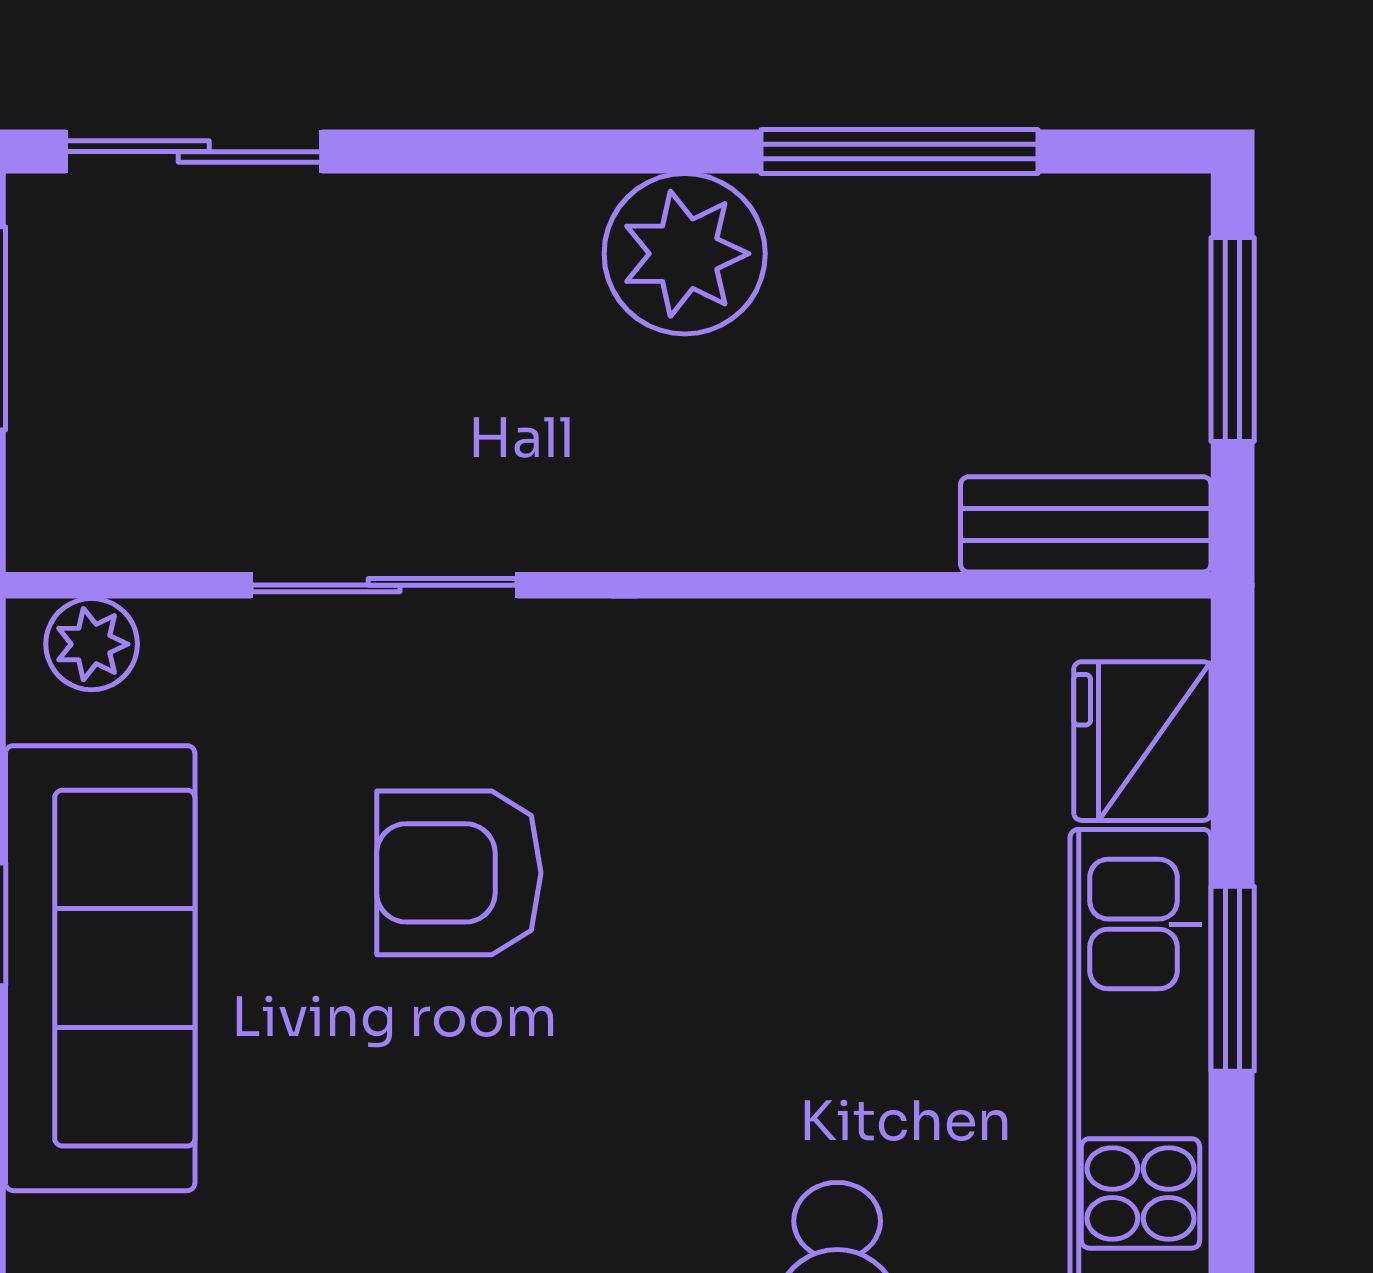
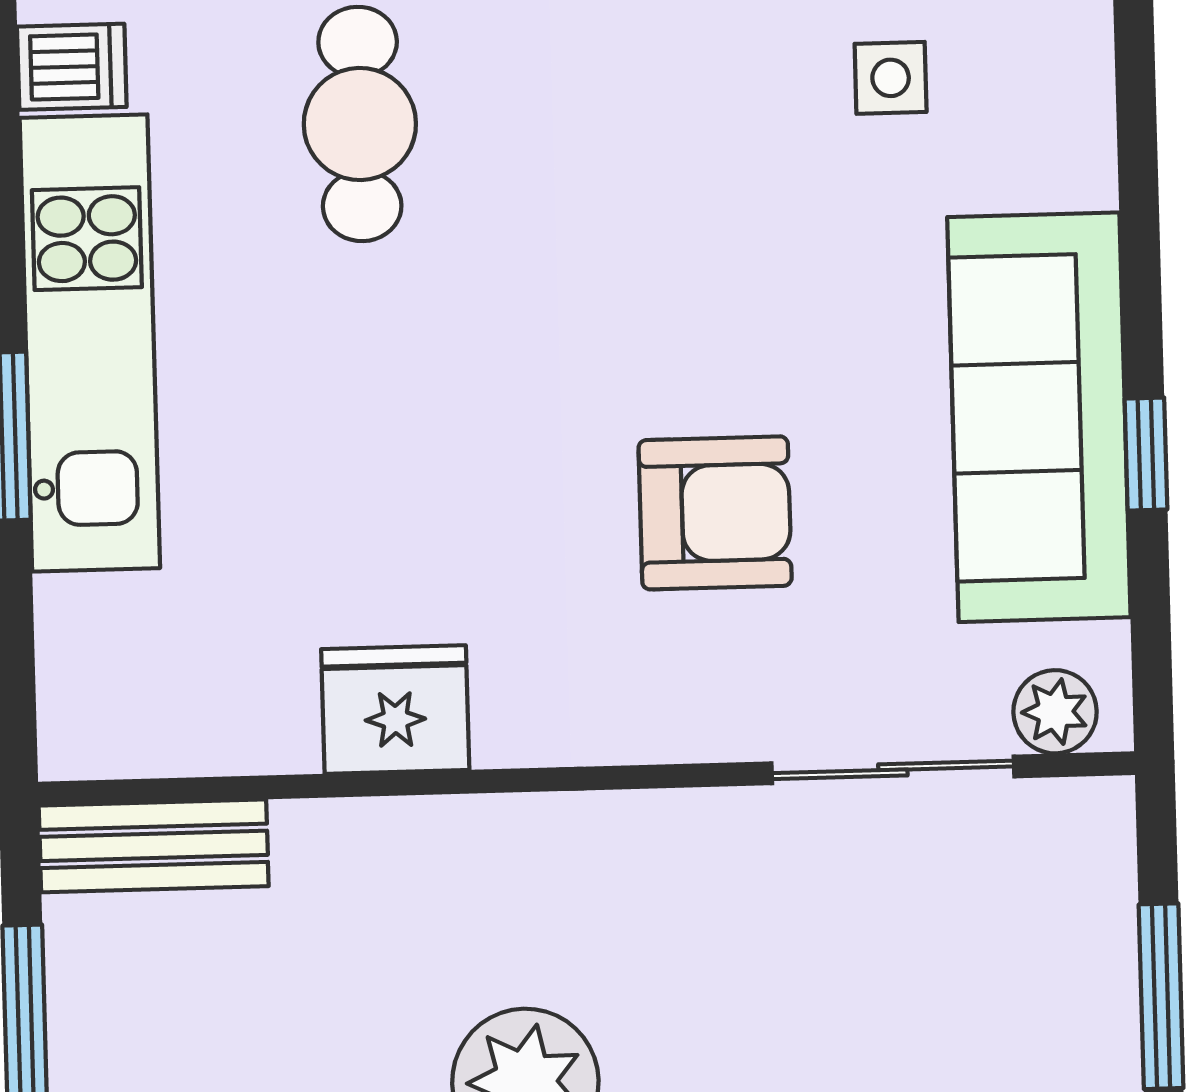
sliding door: (384, 585) -> (893, 770), moved
fridge: (1142, 741) -> (395, 710), moved, turned -90

